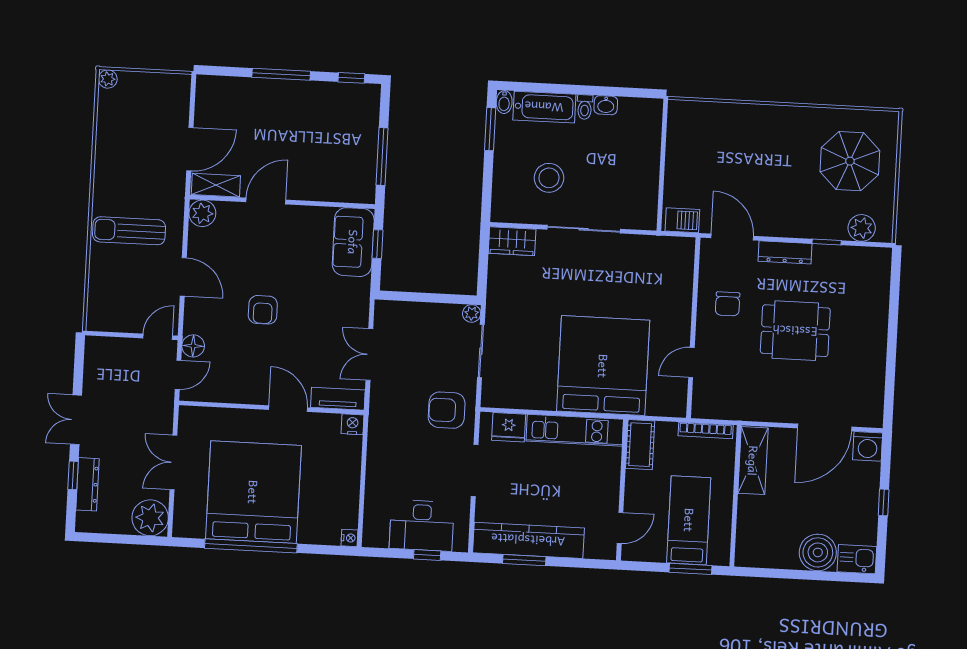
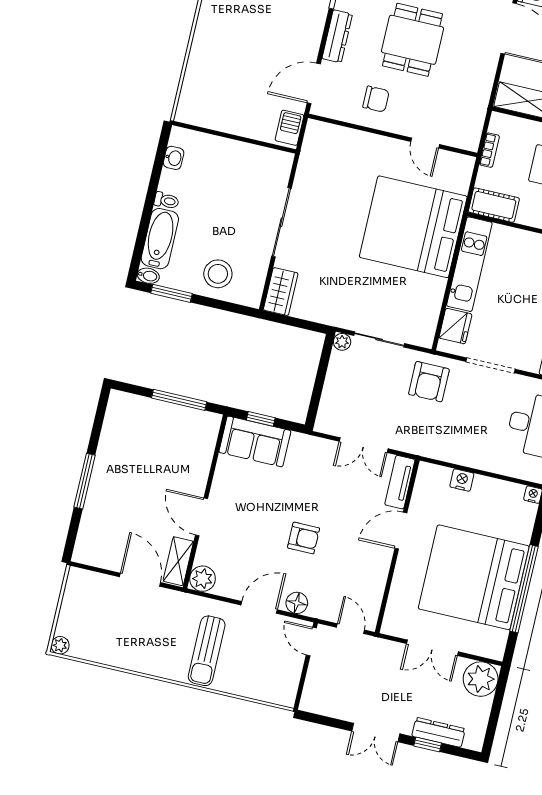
window: (351, 78) -> (100, 416), removed
washbasin: (606, 105) -> (174, 158), moved
stool: (549, 178) -> (218, 274), moved
floor lamp: (193, 346) -> (297, 603), moved
nightstand: (352, 424) -> (462, 480), moved, turned 90
bookcase: (706, 430) -> (489, 150), width x0.64

